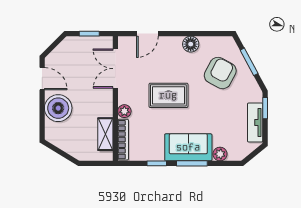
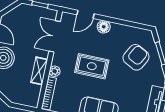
floor lamp: (191, 44) -> (104, 27), moved
shelving: (105, 134) -> (39, 71), moved

